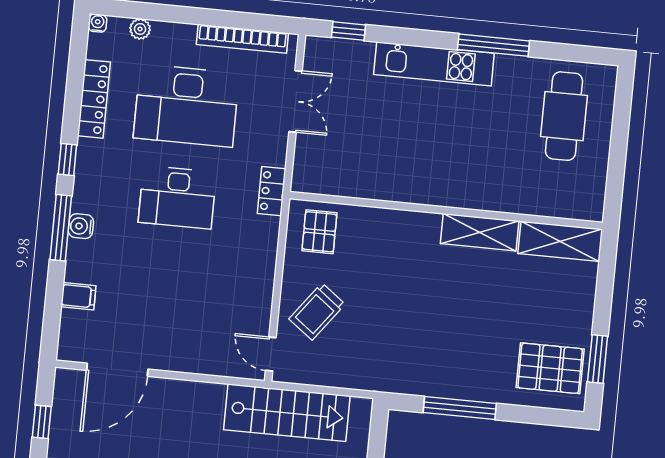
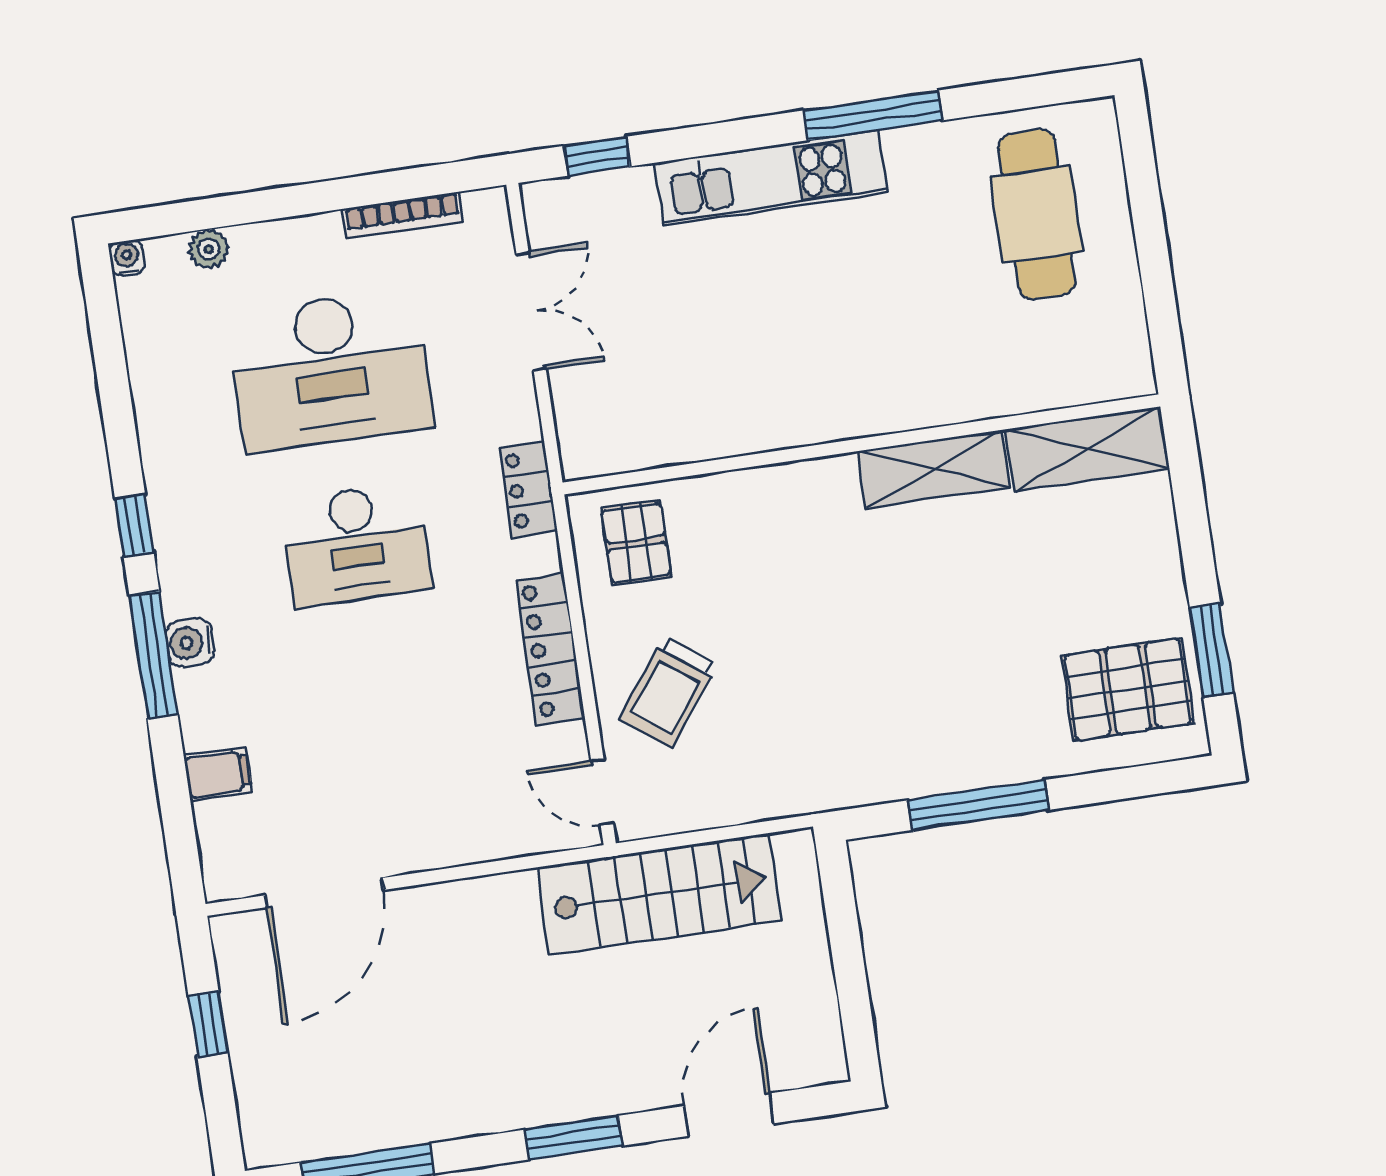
bookcase: (242, 39) -> (403, 215), width x0.68, depth x0.76
locker: (94, 99) -> (550, 649), moved, turned 180

